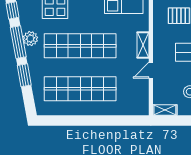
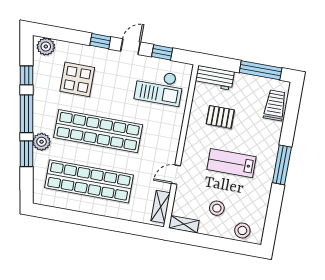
plant: (30, 39) -> (42, 142), moved
shelving: (143, 45) -> (161, 207), moved

